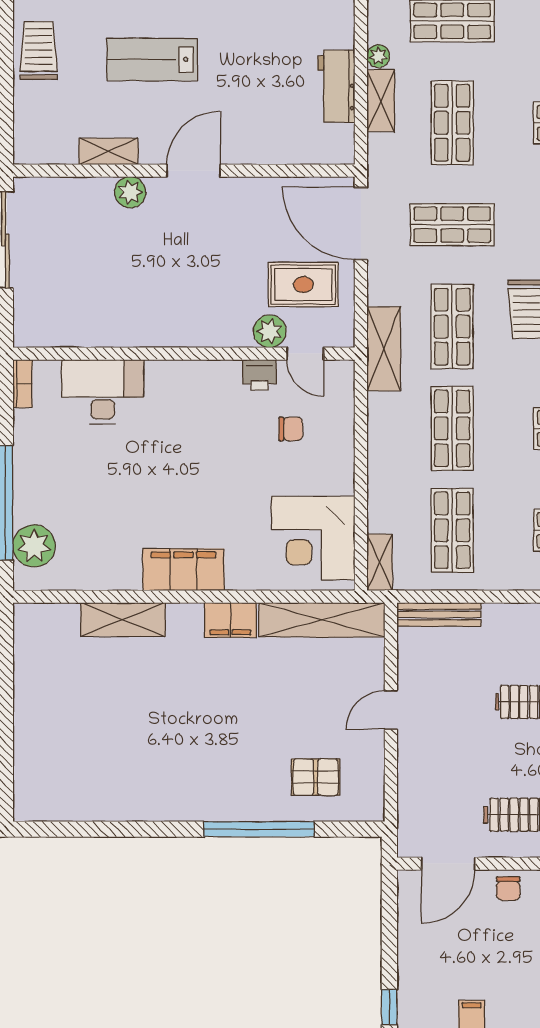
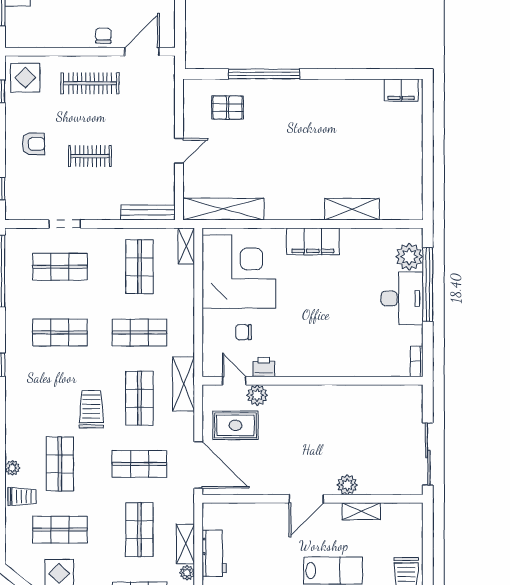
desk: (103, 392) -> (402, 298), moved, turned -90
shop shelf: (452, 428) -> (139, 332), turned 90
corner desk: (313, 538) -> (239, 271), width x1.36, depth x1.36
filing cabinet: (230, 620) -> (401, 90), moved, turned 180

